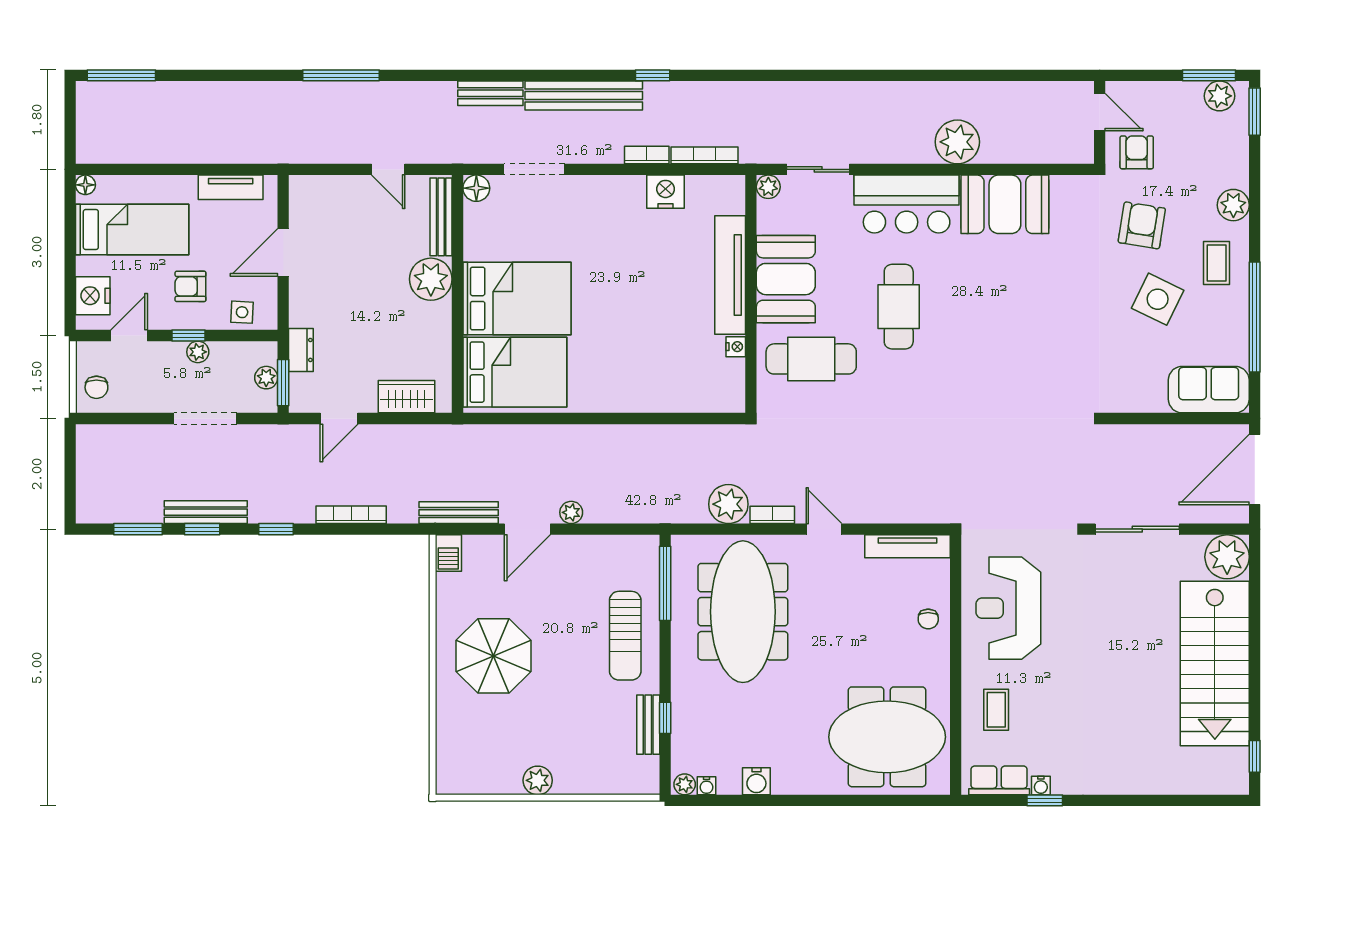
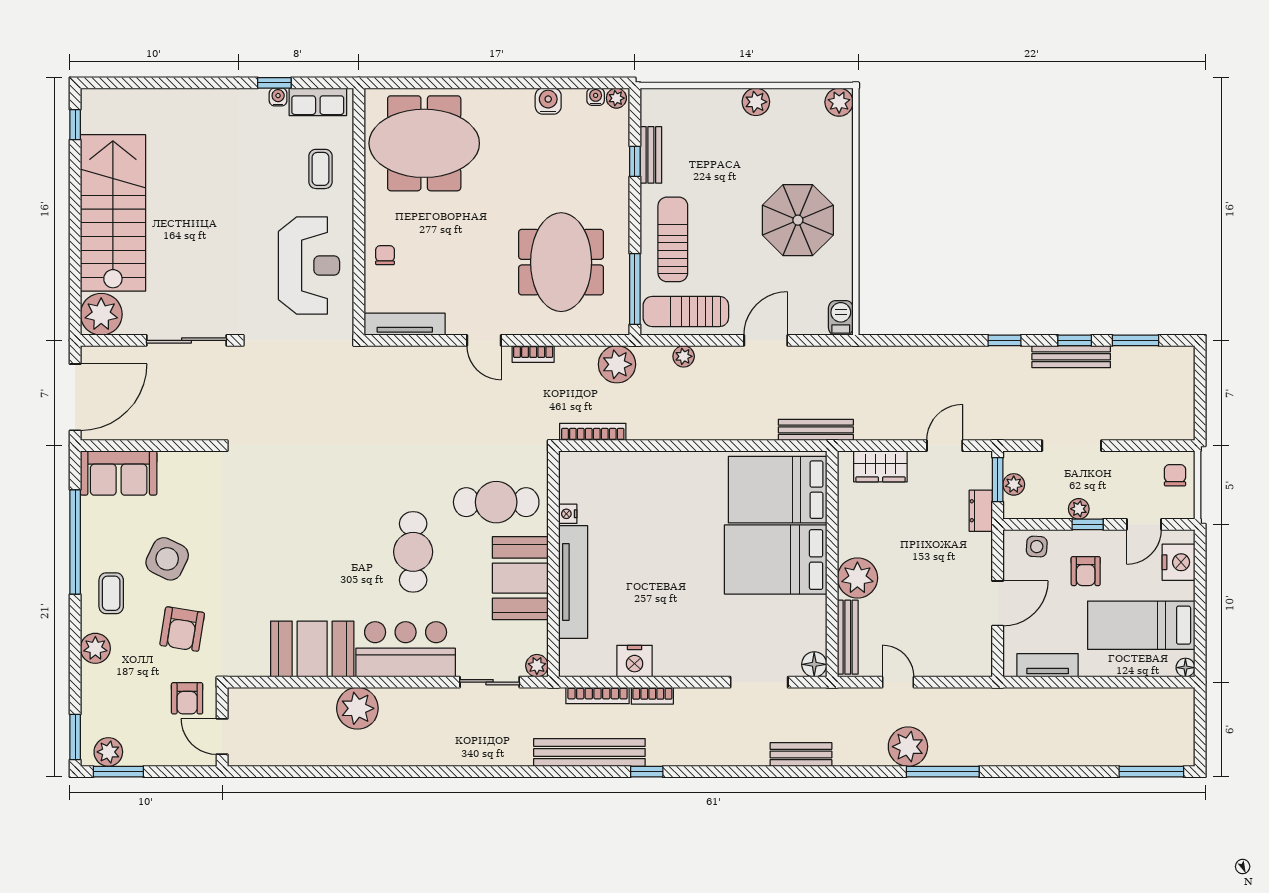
bench: (584, 95) -> (589, 752), moved
plant: (378, 102) -> (908, 747), added
armchair: (190, 286) -> (1086, 571), turned 90
plant: (728, 504) -> (617, 364), moved
plant: (571, 512) -> (684, 356), moved
bench: (459, 513) -> (816, 430), moved
bookcase: (351, 515) -> (593, 432), moved, turned 180
sun lounger: (611, 560) -> (686, 312), added
meeting table: (743, 612) -> (561, 262), width x0.73
plant: (450, 780) -> (839, 102), added

